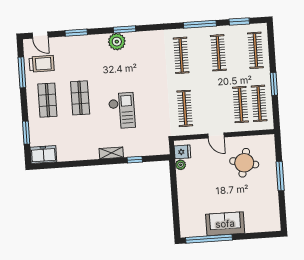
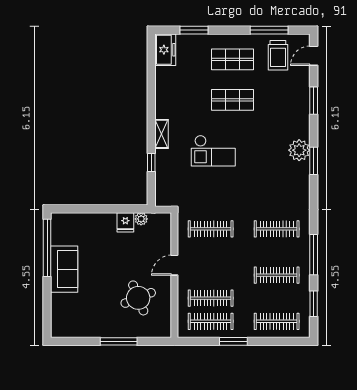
fridge: (182, 152) -> (125, 222), moved
round table: (244, 163) -> (138, 298), turned -35

